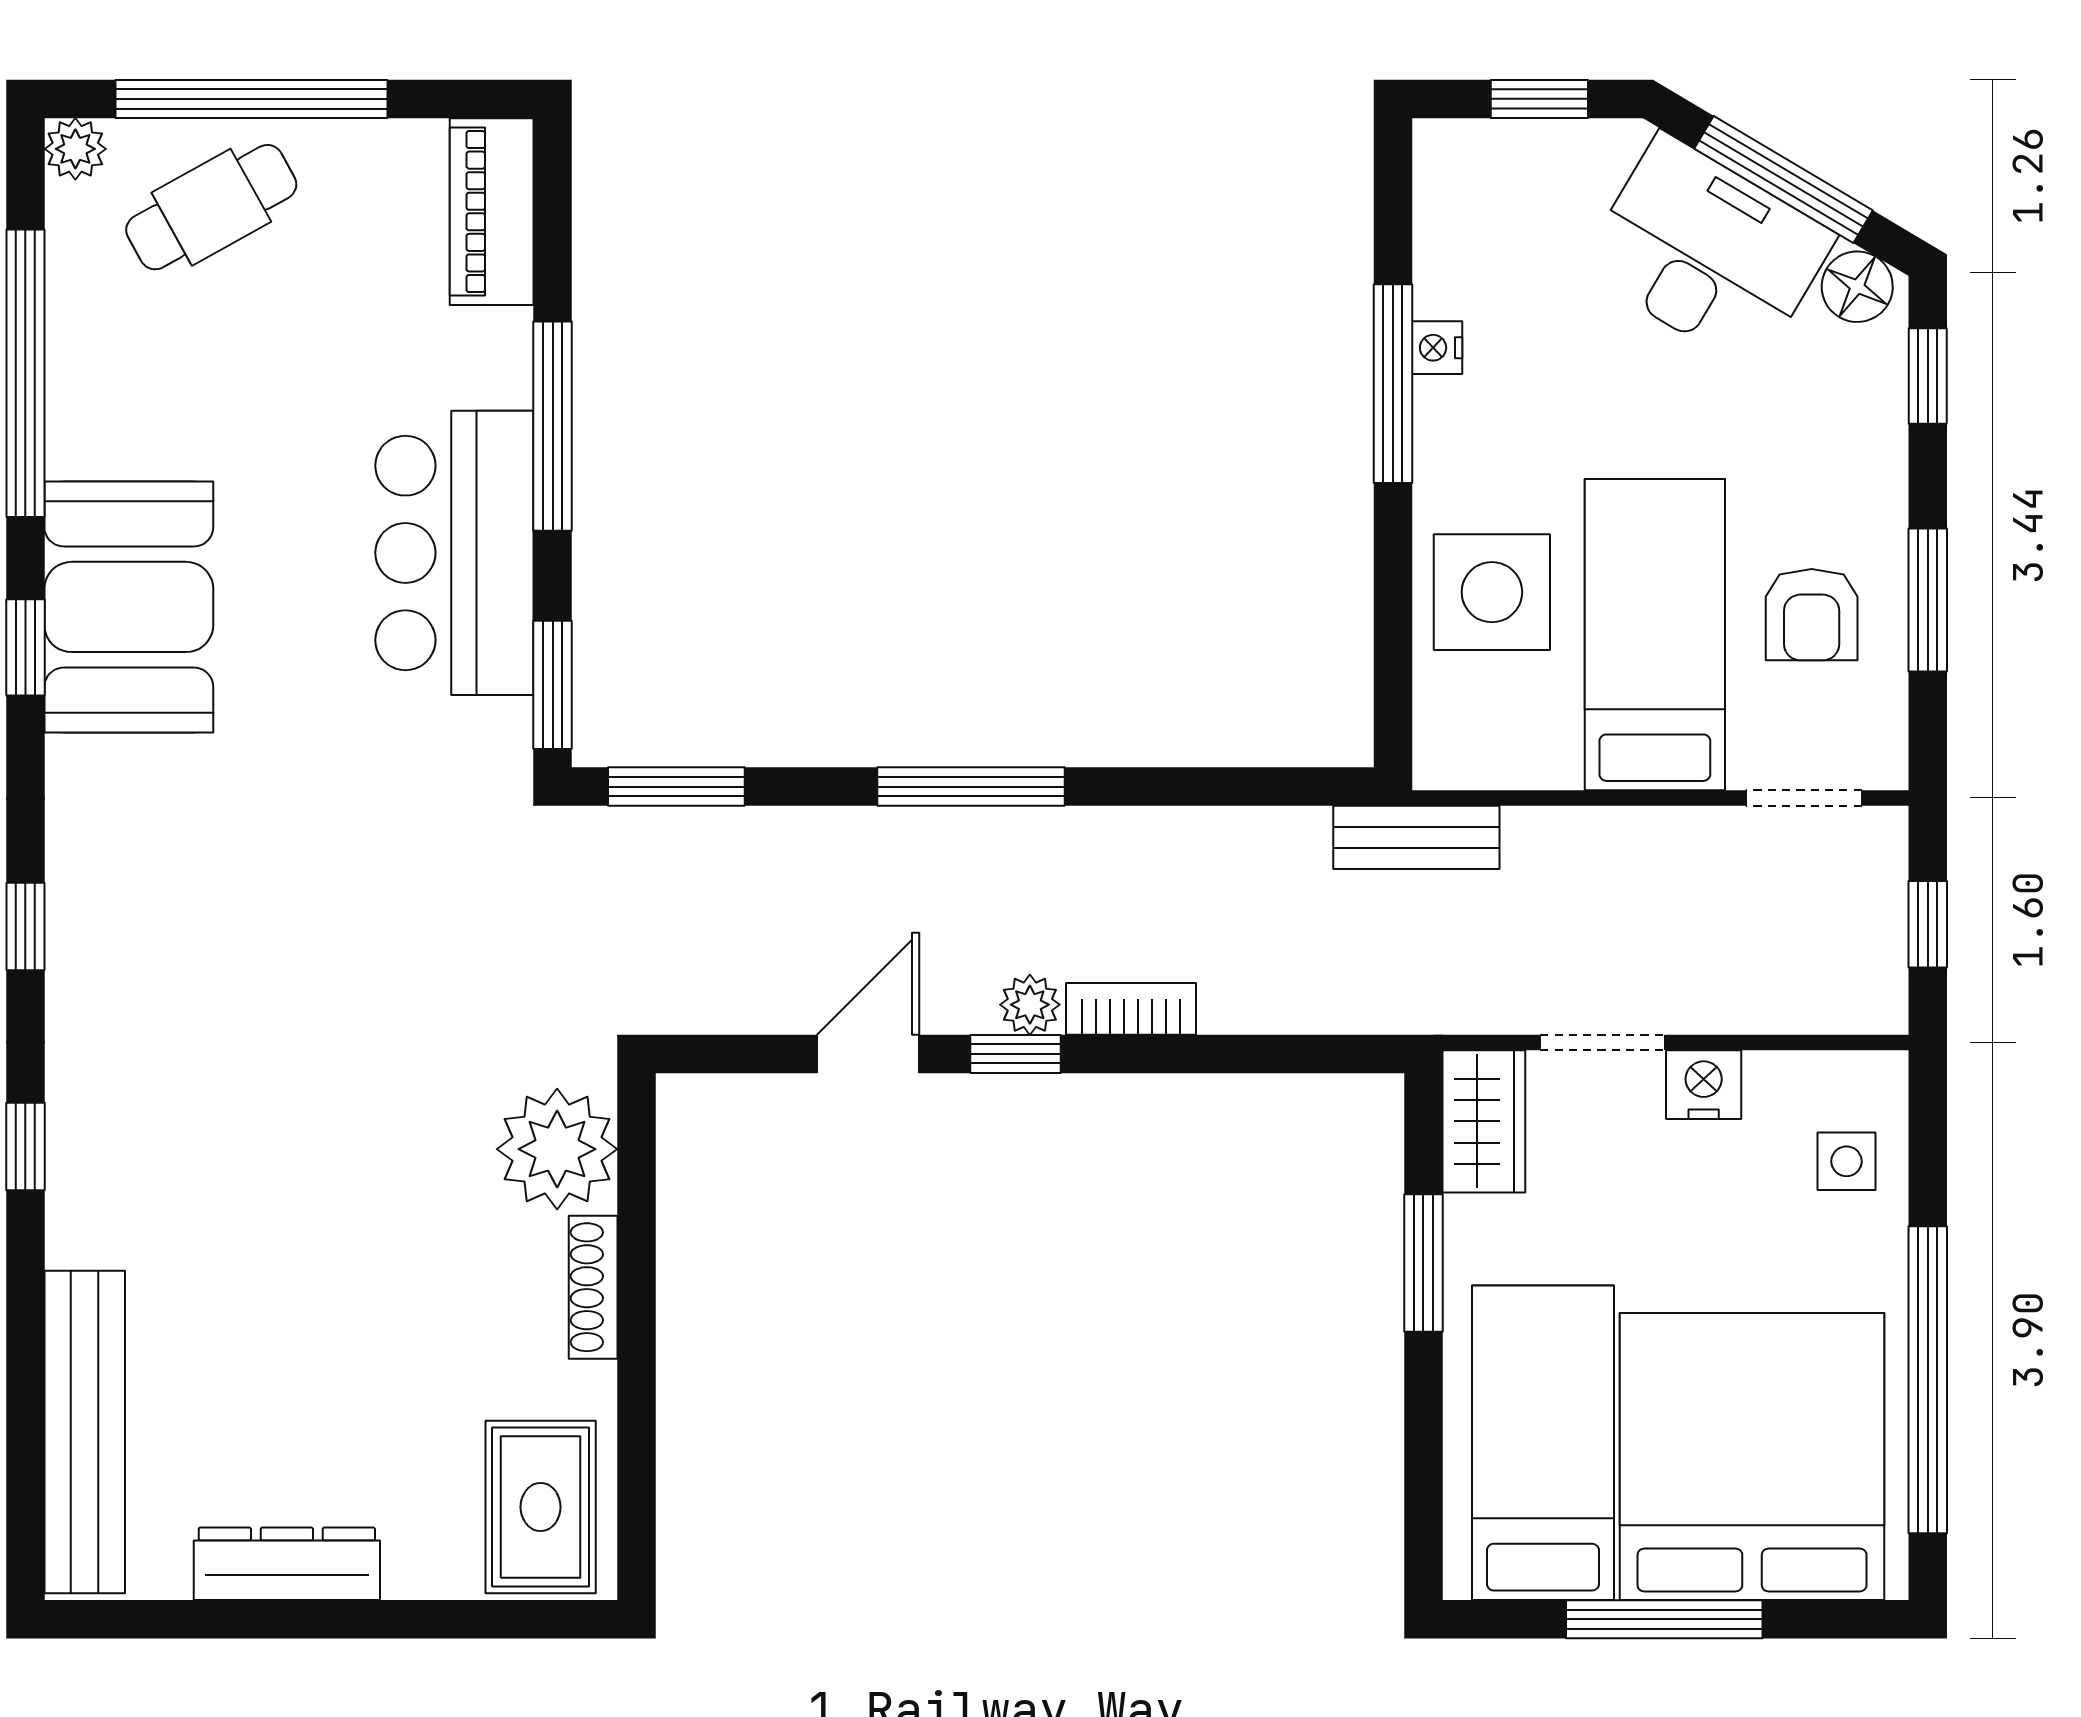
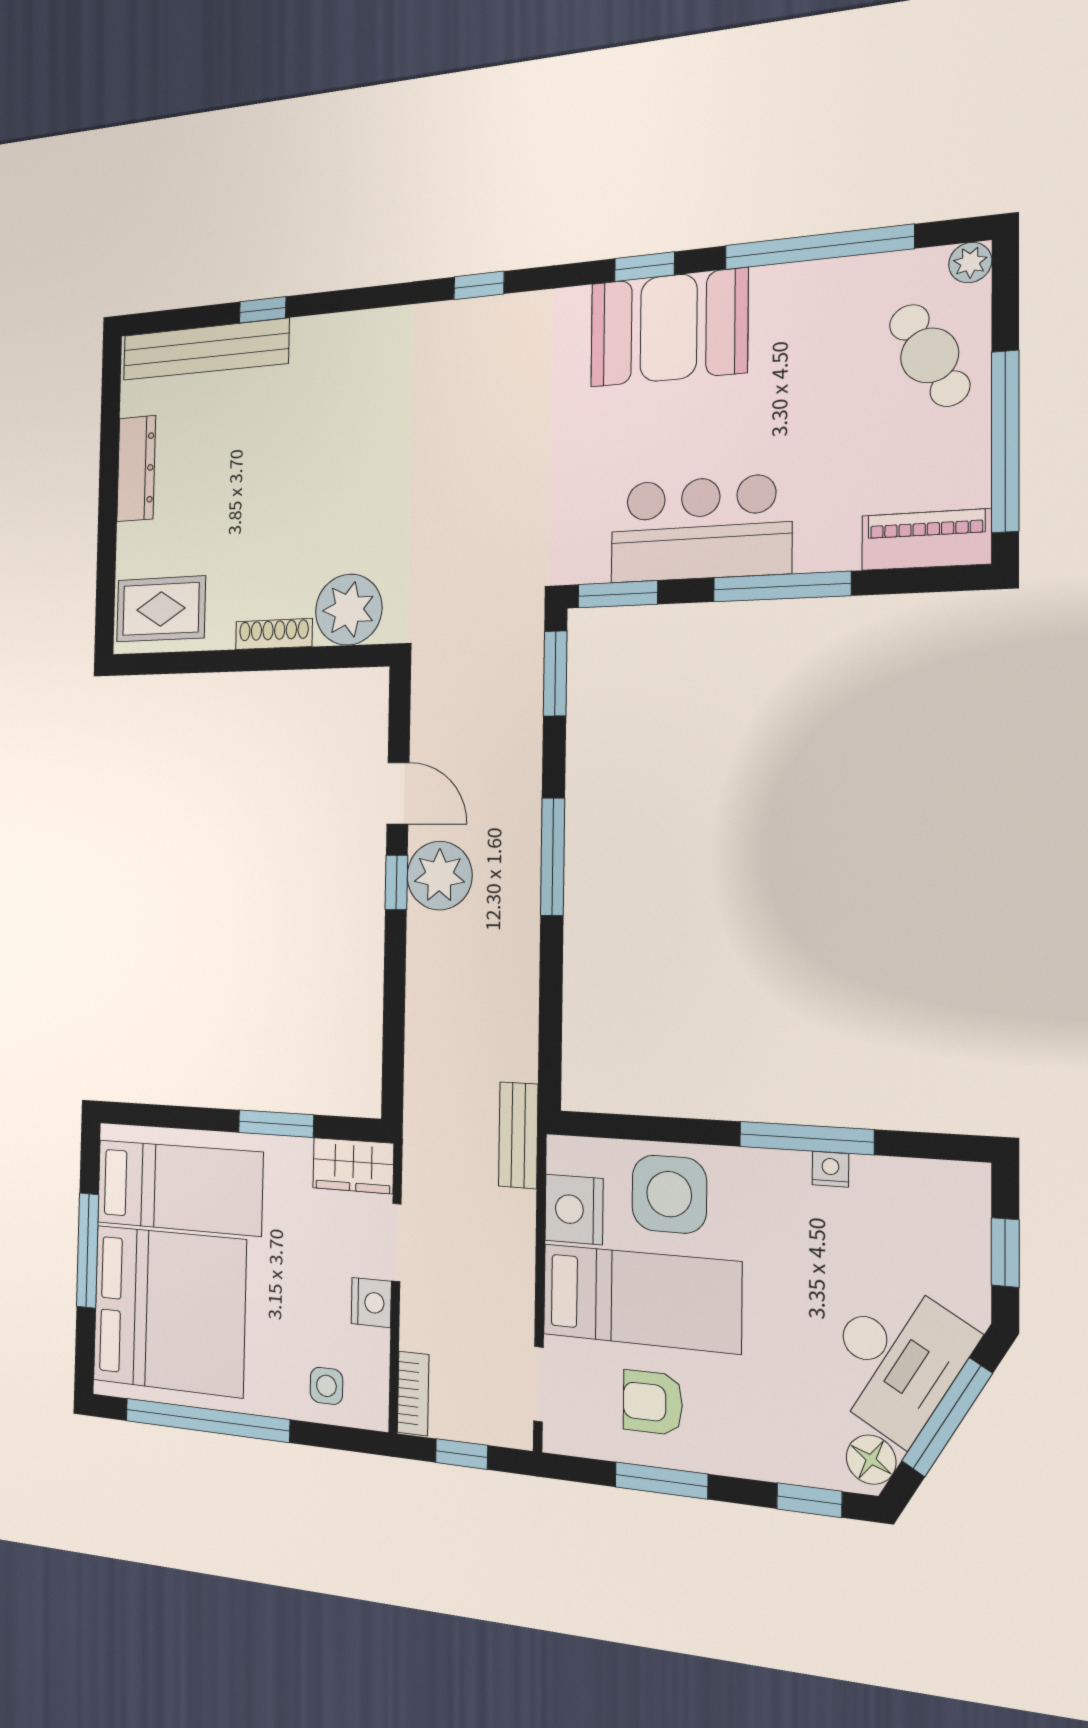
window: (252, 99) -> (1005, 441), moved
nightstand: (1527, 744) -> (574, 1209), added
plant: (1030, 1005) -> (439, 876), width x1.88, depth x1.88
bookcase: (1131, 1009) -> (413, 1393), moved
window: (25, 1147) -> (263, 310), moved

